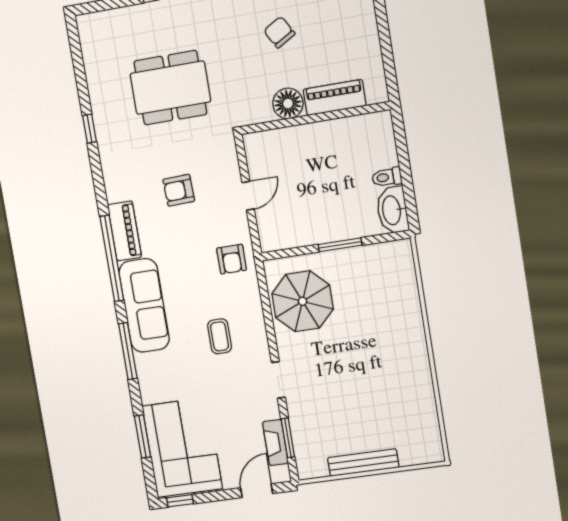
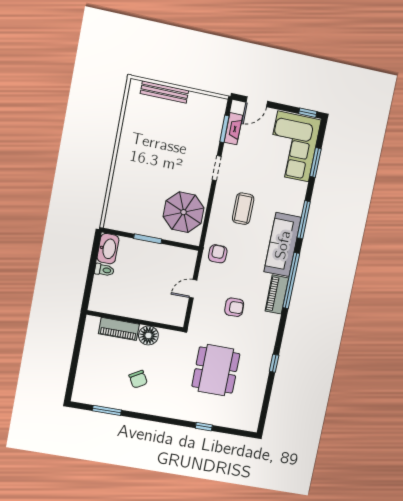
dining table: (170, 88) -> (216, 370), turned 90
coffee table: (220, 336) -> (243, 209), width x1.36, depth x1.30
bench: (363, 463) -> (164, 92), moved

